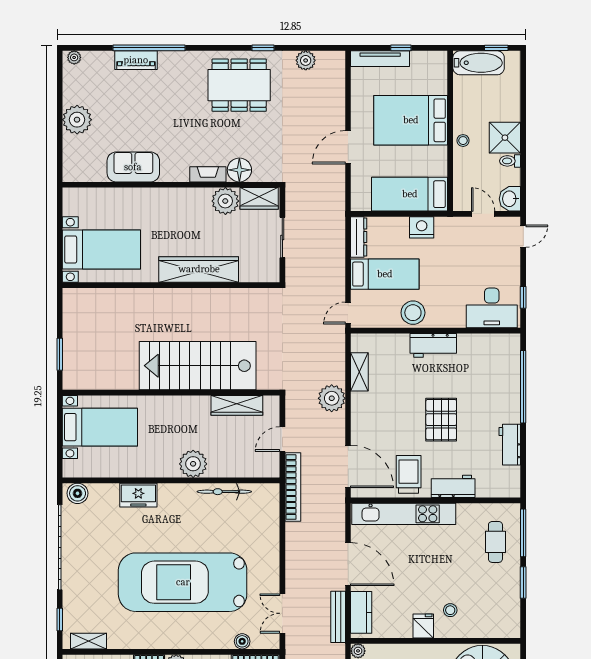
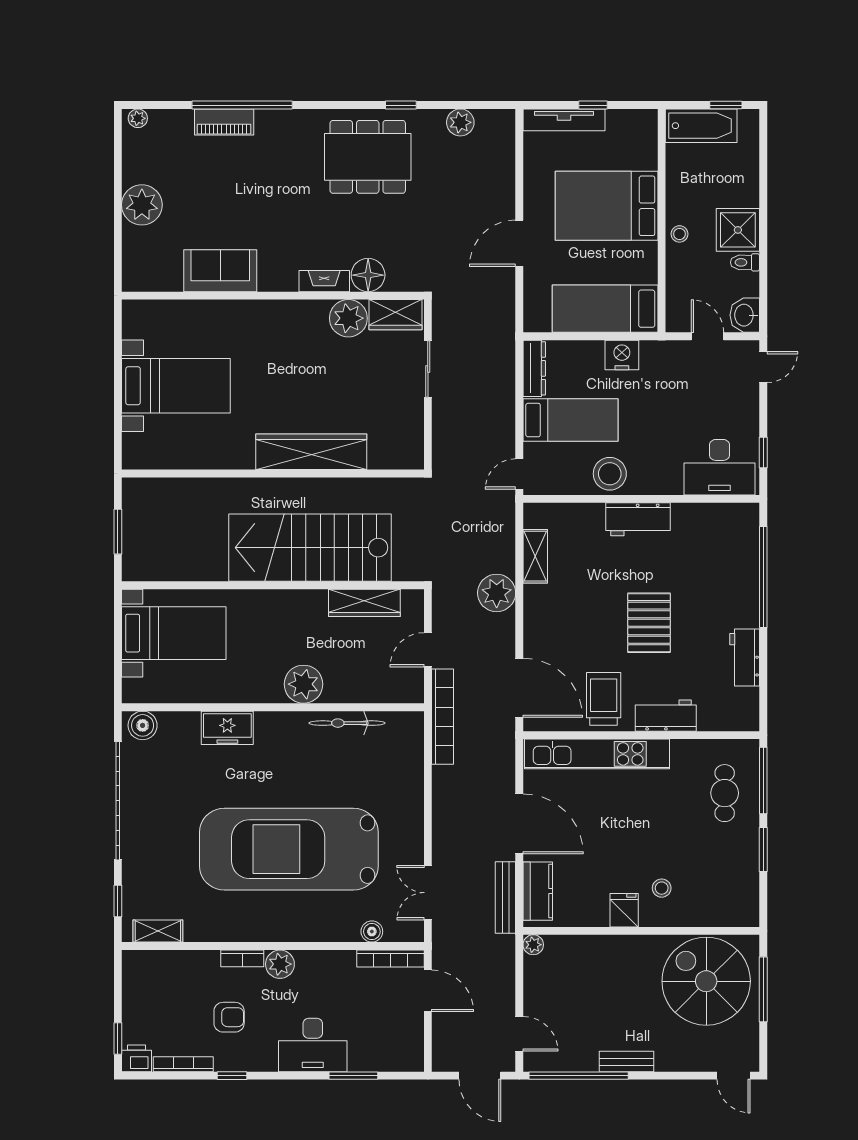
wardrobe: (199, 269) -> (311, 452), moved
wall: (171, 285) -> (273, 473), moved

